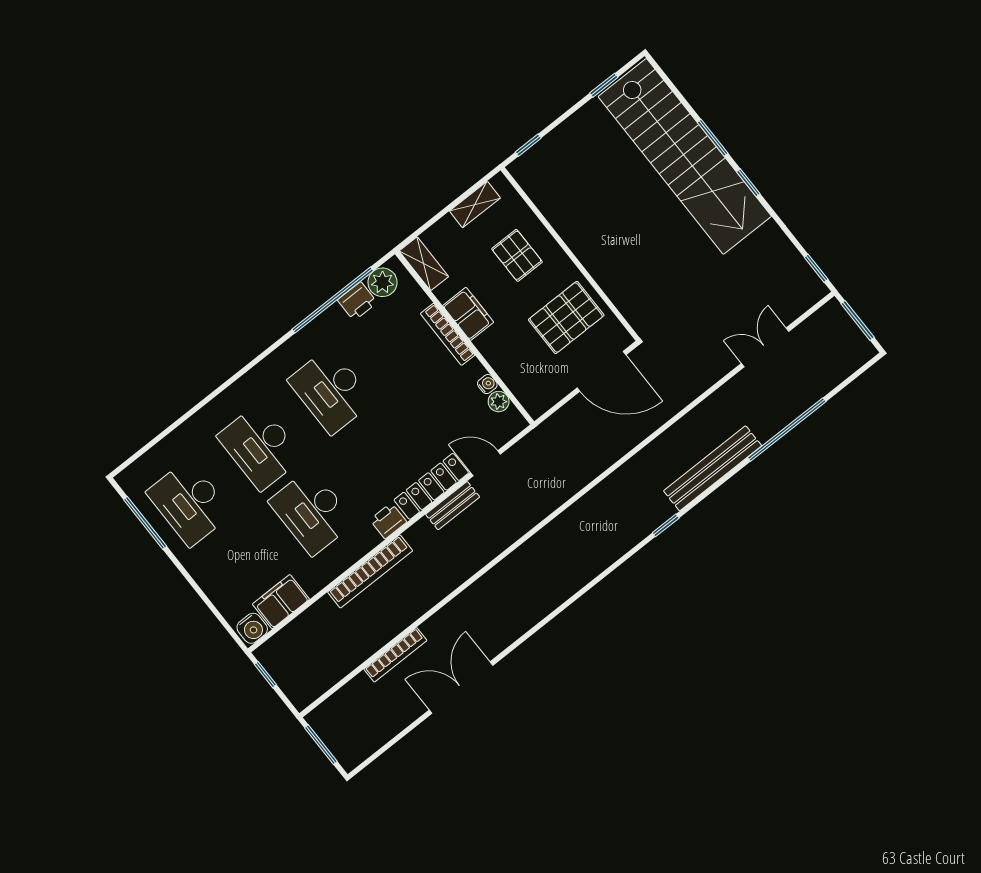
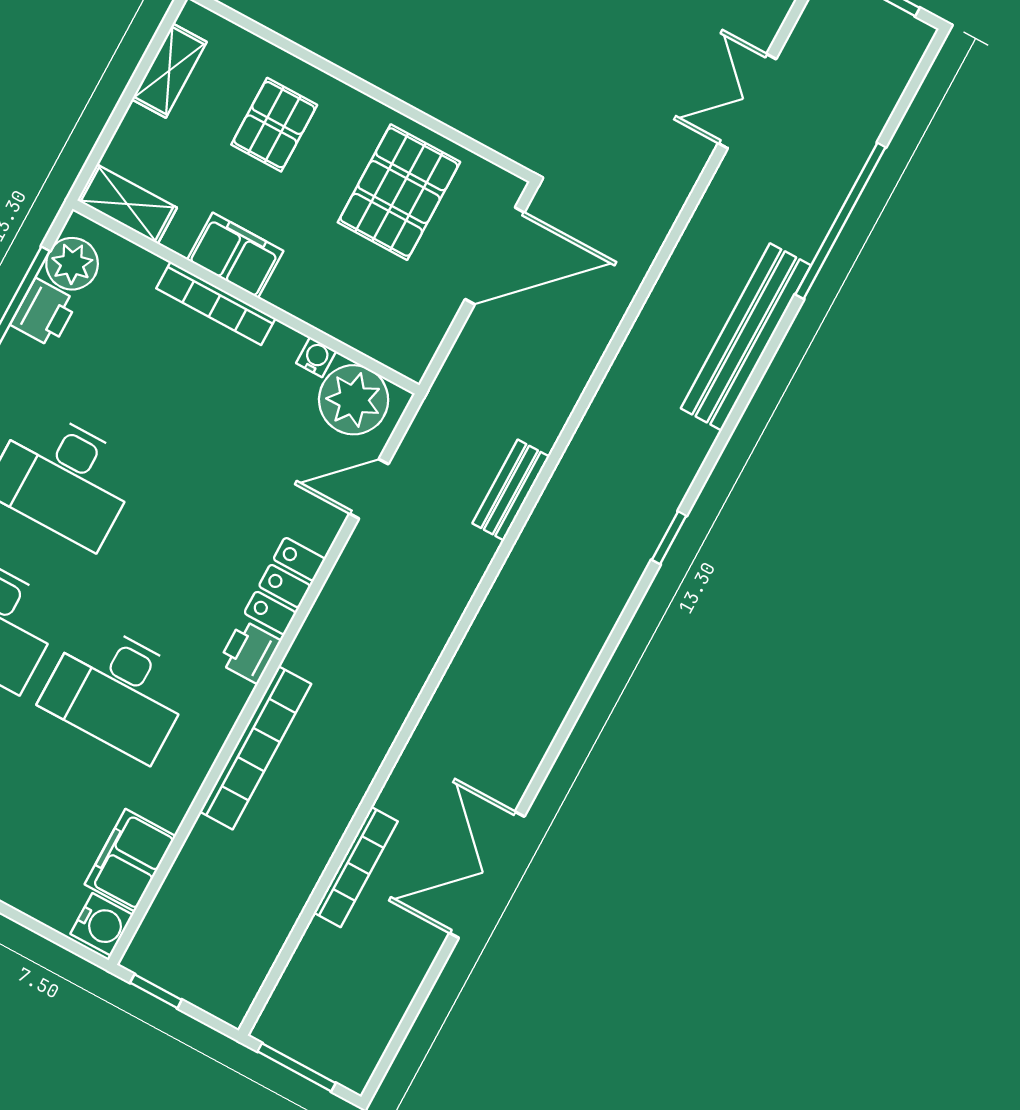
pallet: (517, 255) -> (274, 125), turned 90
plant: (499, 402) -> (354, 400), width x1.87, depth x1.87
locker: (431, 486) -> (285, 586), width x0.66
bench: (453, 506) -> (511, 490), moved
window: (666, 525) -> (669, 538), moved

